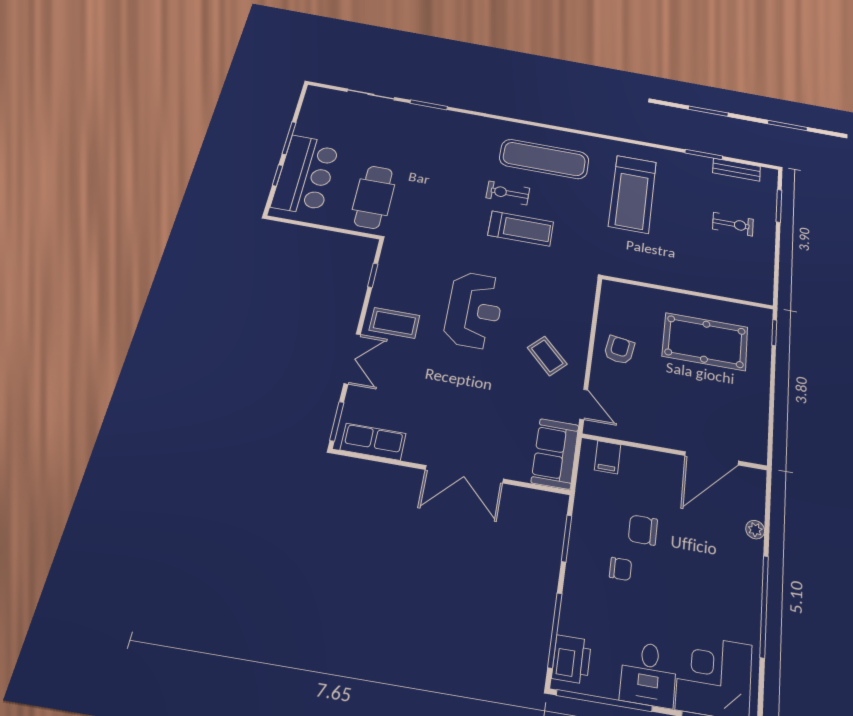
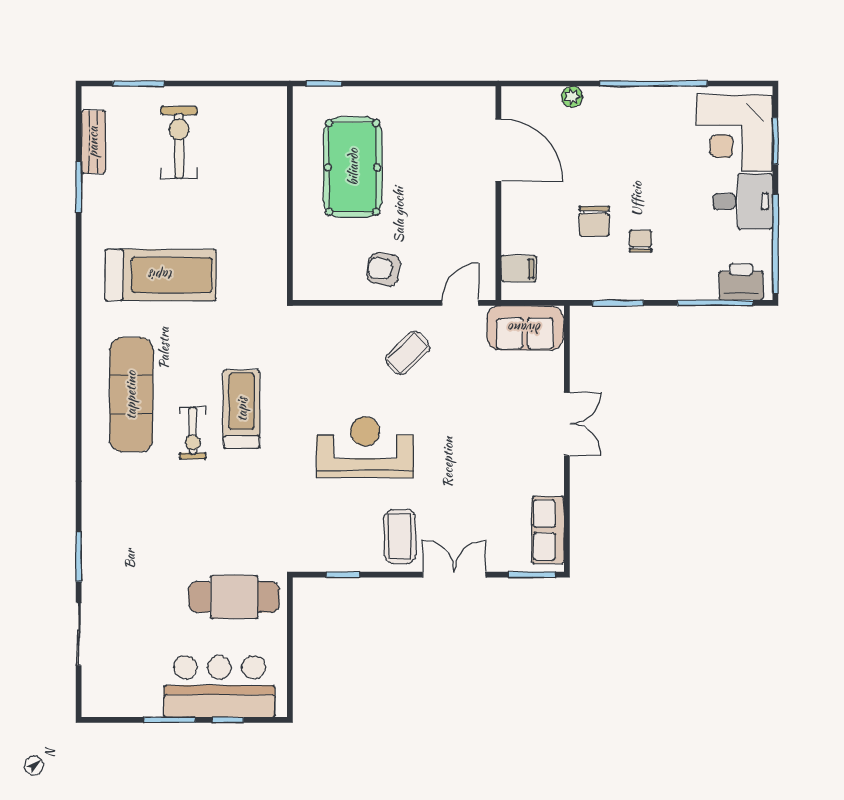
exercise bike: (733, 224) -> (179, 142), width x1.38, depth x1.39
double door: (464, 474) -> (567, 424), width x0.73

